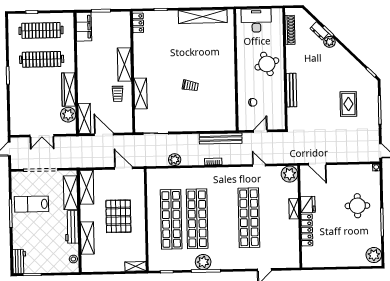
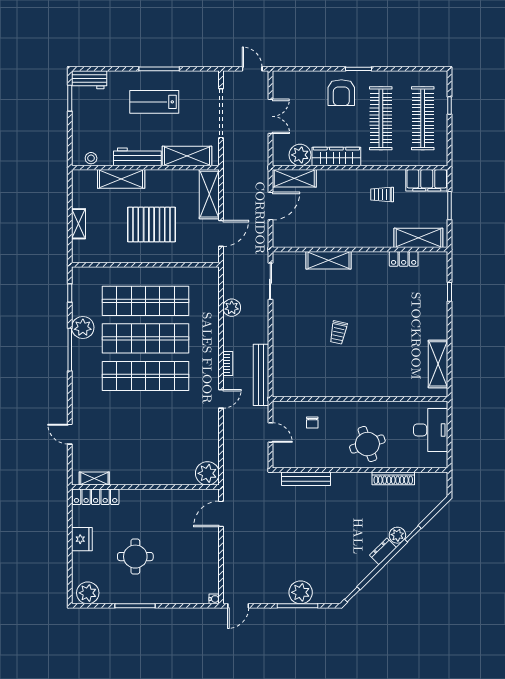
shelving: (203, 16) -> (438, 364), width x0.68
locker: (138, 23) -> (404, 259), moved
shoe rack: (290, 30) -> (393, 478), moved
dresser: (319, 31) -> (383, 551), moved
shelving: (124, 65) -> (418, 238), moved
armchair: (24, 87) -> (341, 93), added
bench: (291, 90) -> (306, 479), moved
trolley: (118, 94) -> (382, 194), moved
rug: (348, 104) -> (307, 561), removed
plant: (370, 108) -> (301, 592), added
double door: (42, 136) -> (270, 116), swing flipped
door: (259, 165) -> (221, 399), moved
shelving: (87, 187) -> (209, 194), moved, turned 90
lab bench: (31, 204) -> (154, 102), moved, turned -90
fridge: (308, 204) -> (82, 539), moved, turned -90
round table: (357, 206) -> (135, 557), moved
shelving: (294, 209) -> (94, 478), moved
shop shelf: (249, 218) -> (145, 376), moved
locker: (307, 230) -> (96, 497), moved
plant: (203, 262) -> (83, 327), moved
shelving: (135, 266) -> (79, 224), moved

